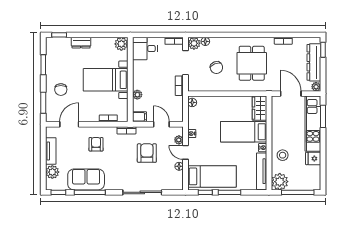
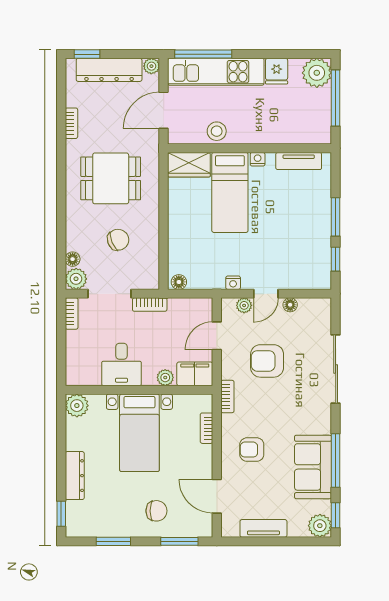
dresser: (81, 43) -> (75, 476), width x1.44
desk: (145, 49) -> (121, 364), moved
window: (323, 116) -> (203, 54), width x1.44
filing cabinet: (139, 117) -> (195, 374), width x2.00
stool: (283, 155) -> (217, 131), moved
tv unit: (262, 171) -> (299, 161), width x0.71
plant: (52, 172) -> (320, 526), moved
bed: (212, 176) -> (308, 247), removed
plant: (280, 182) -> (317, 73), moved

